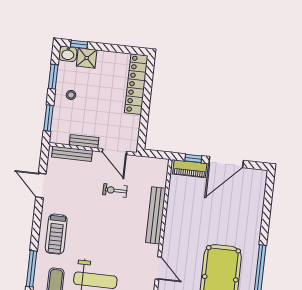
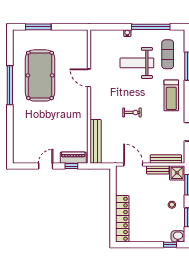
shower: (87, 58) -> (177, 173), moved
door: (226, 162) -> (46, 166), width x0.53
exercise bike: (115, 190) -> (132, 112), moved
bench: (156, 215) -> (96, 141), moved
treadmill: (56, 234) -> (171, 95), turned 180

